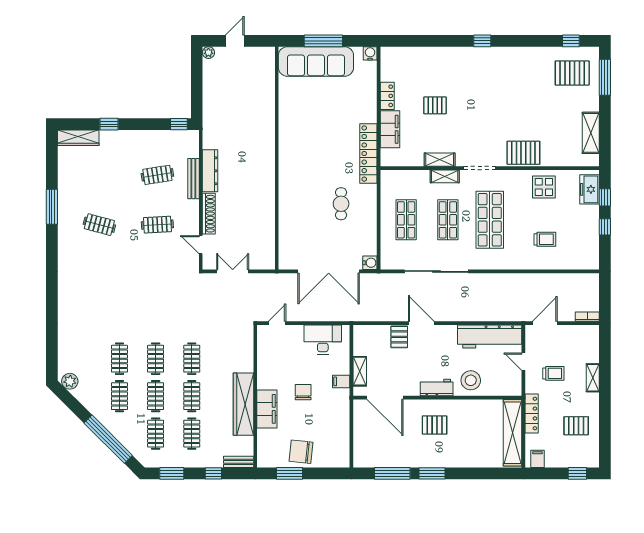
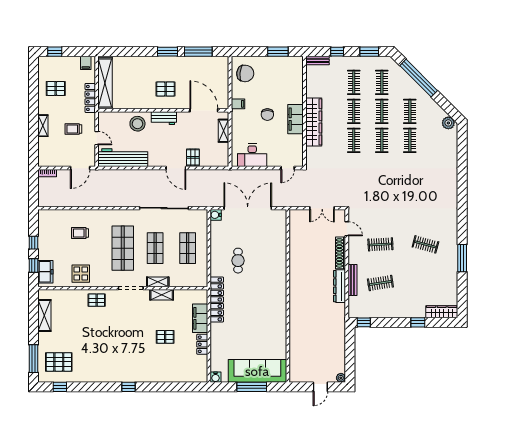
pallet: (523, 153) -> (97, 300), width x0.67, depth x0.71
filing cabinet: (341, 381) -> (238, 104), moved
wardrobe: (243, 404) -> (314, 122), moved
filing cabinet: (267, 409) -> (296, 119), moved
chair: (301, 452) -> (245, 73), moved

